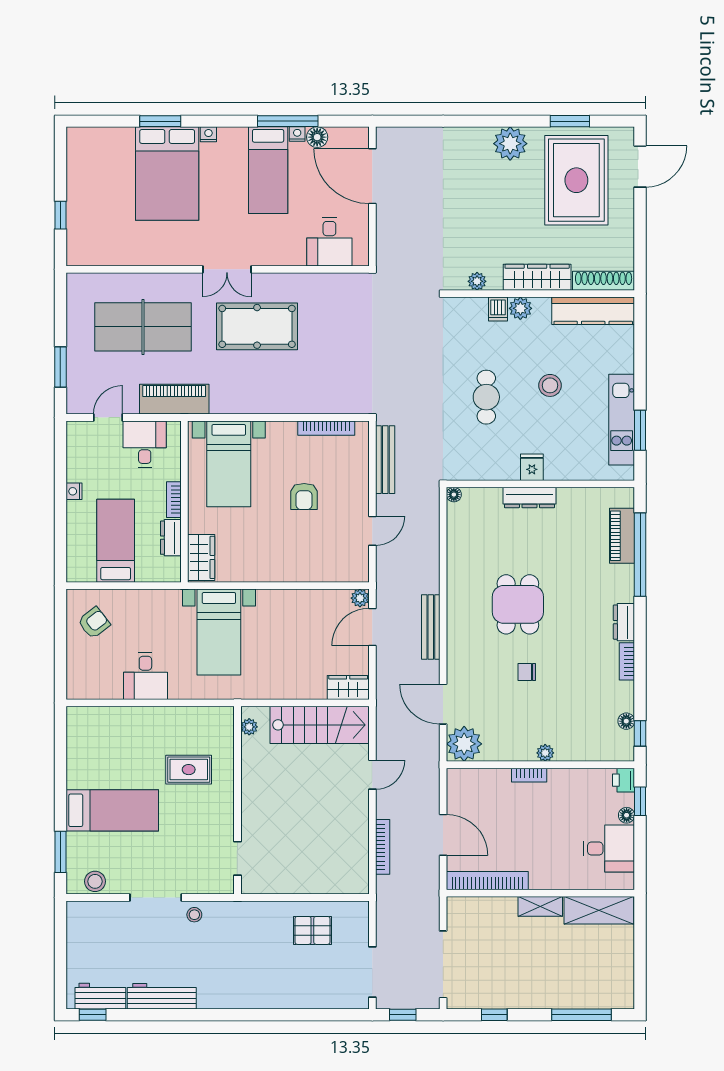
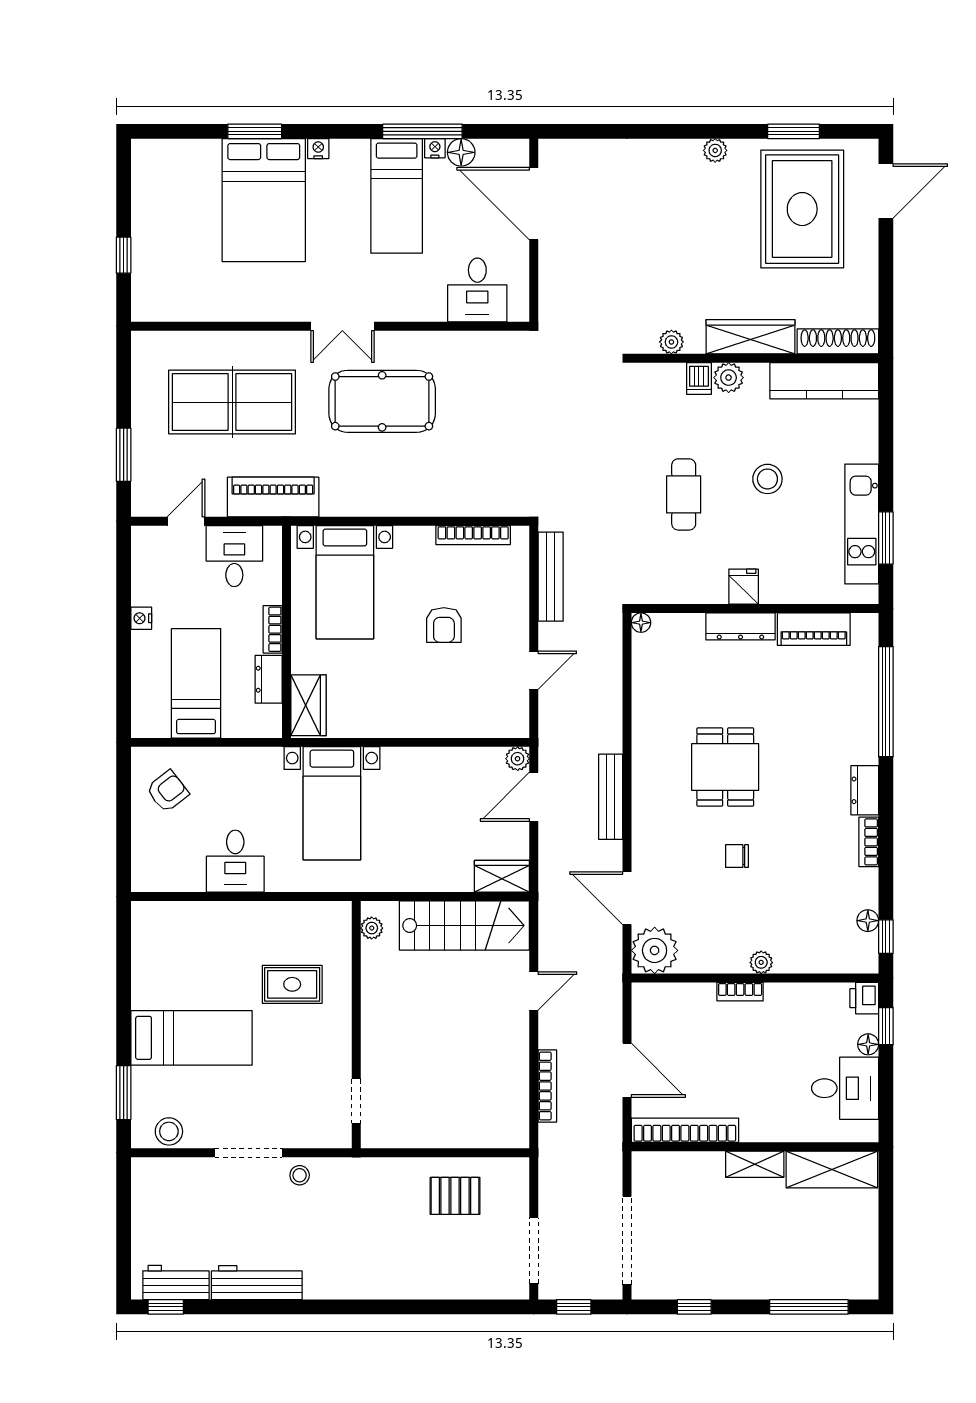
plant: (510, 144) -> (715, 150), width x0.53, depth x0.53
piano: (622, 536) -> (814, 629), moved, turned -90

